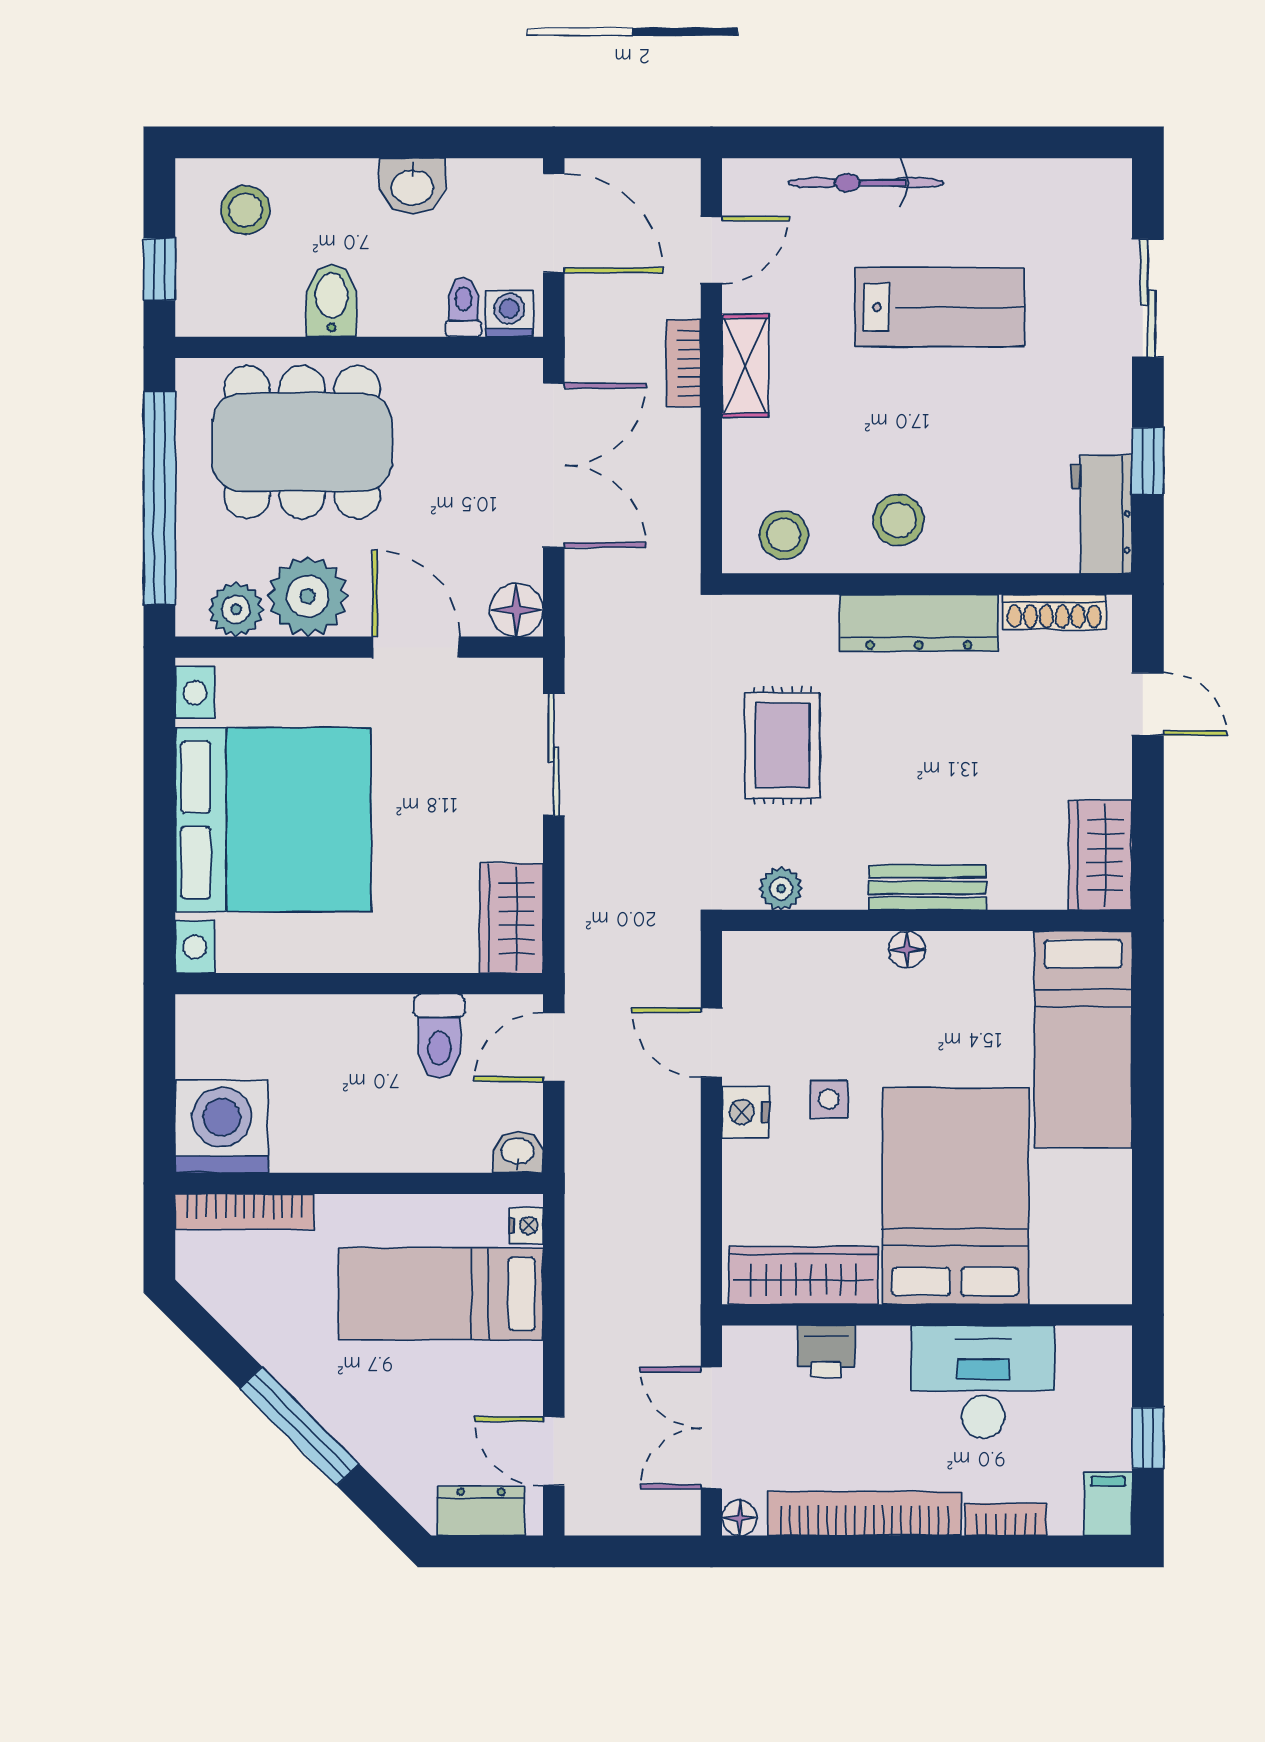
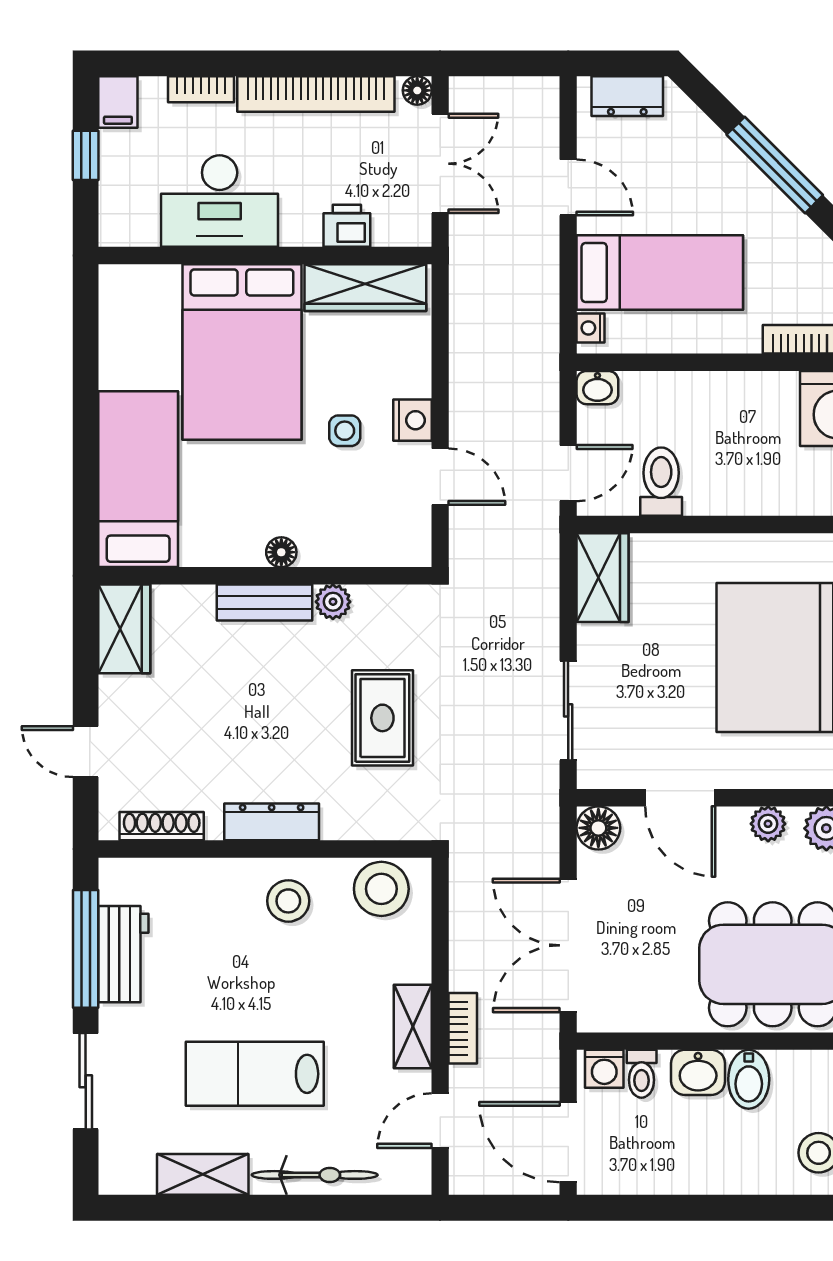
shelving: (1004, 183) -> (203, 1174), added
washbasin: (412, 186) -> (698, 1072), moved, turned 180
window: (1148, 461) -> (86, 949), width x2.17
workbench: (1101, 514) -> (123, 954), moved
stool: (784, 535) -> (381, 889), width x1.38, depth x1.38
plant: (308, 596) -> (768, 824), width x0.53, depth x0.53
dresser: (919, 623) -> (272, 822), width x0.73, depth x0.80
plant: (781, 889) -> (333, 602), moved
door: (554, 1451) -> (568, 187), moved

